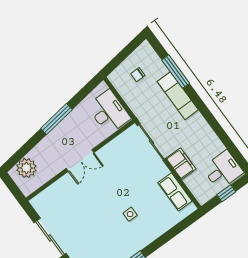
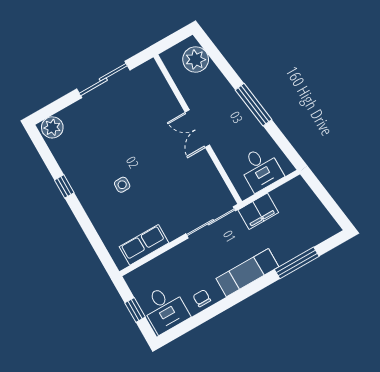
chair: (138, 75) -> (202, 298), moved
exam couch: (178, 96) -> (247, 273), moved
desk: (109, 112) -> (260, 169), width x0.73
filing cabinet: (181, 164) -> (258, 211), moved

